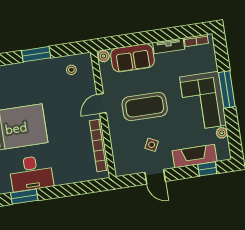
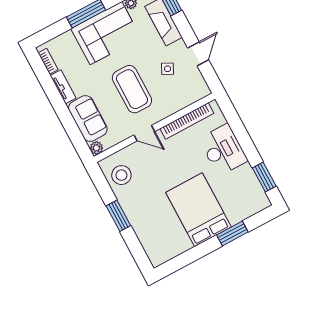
stool: (71, 70) -> (121, 175), width x1.89, depth x1.89
desk: (31, 173) -> (223, 150), moved

